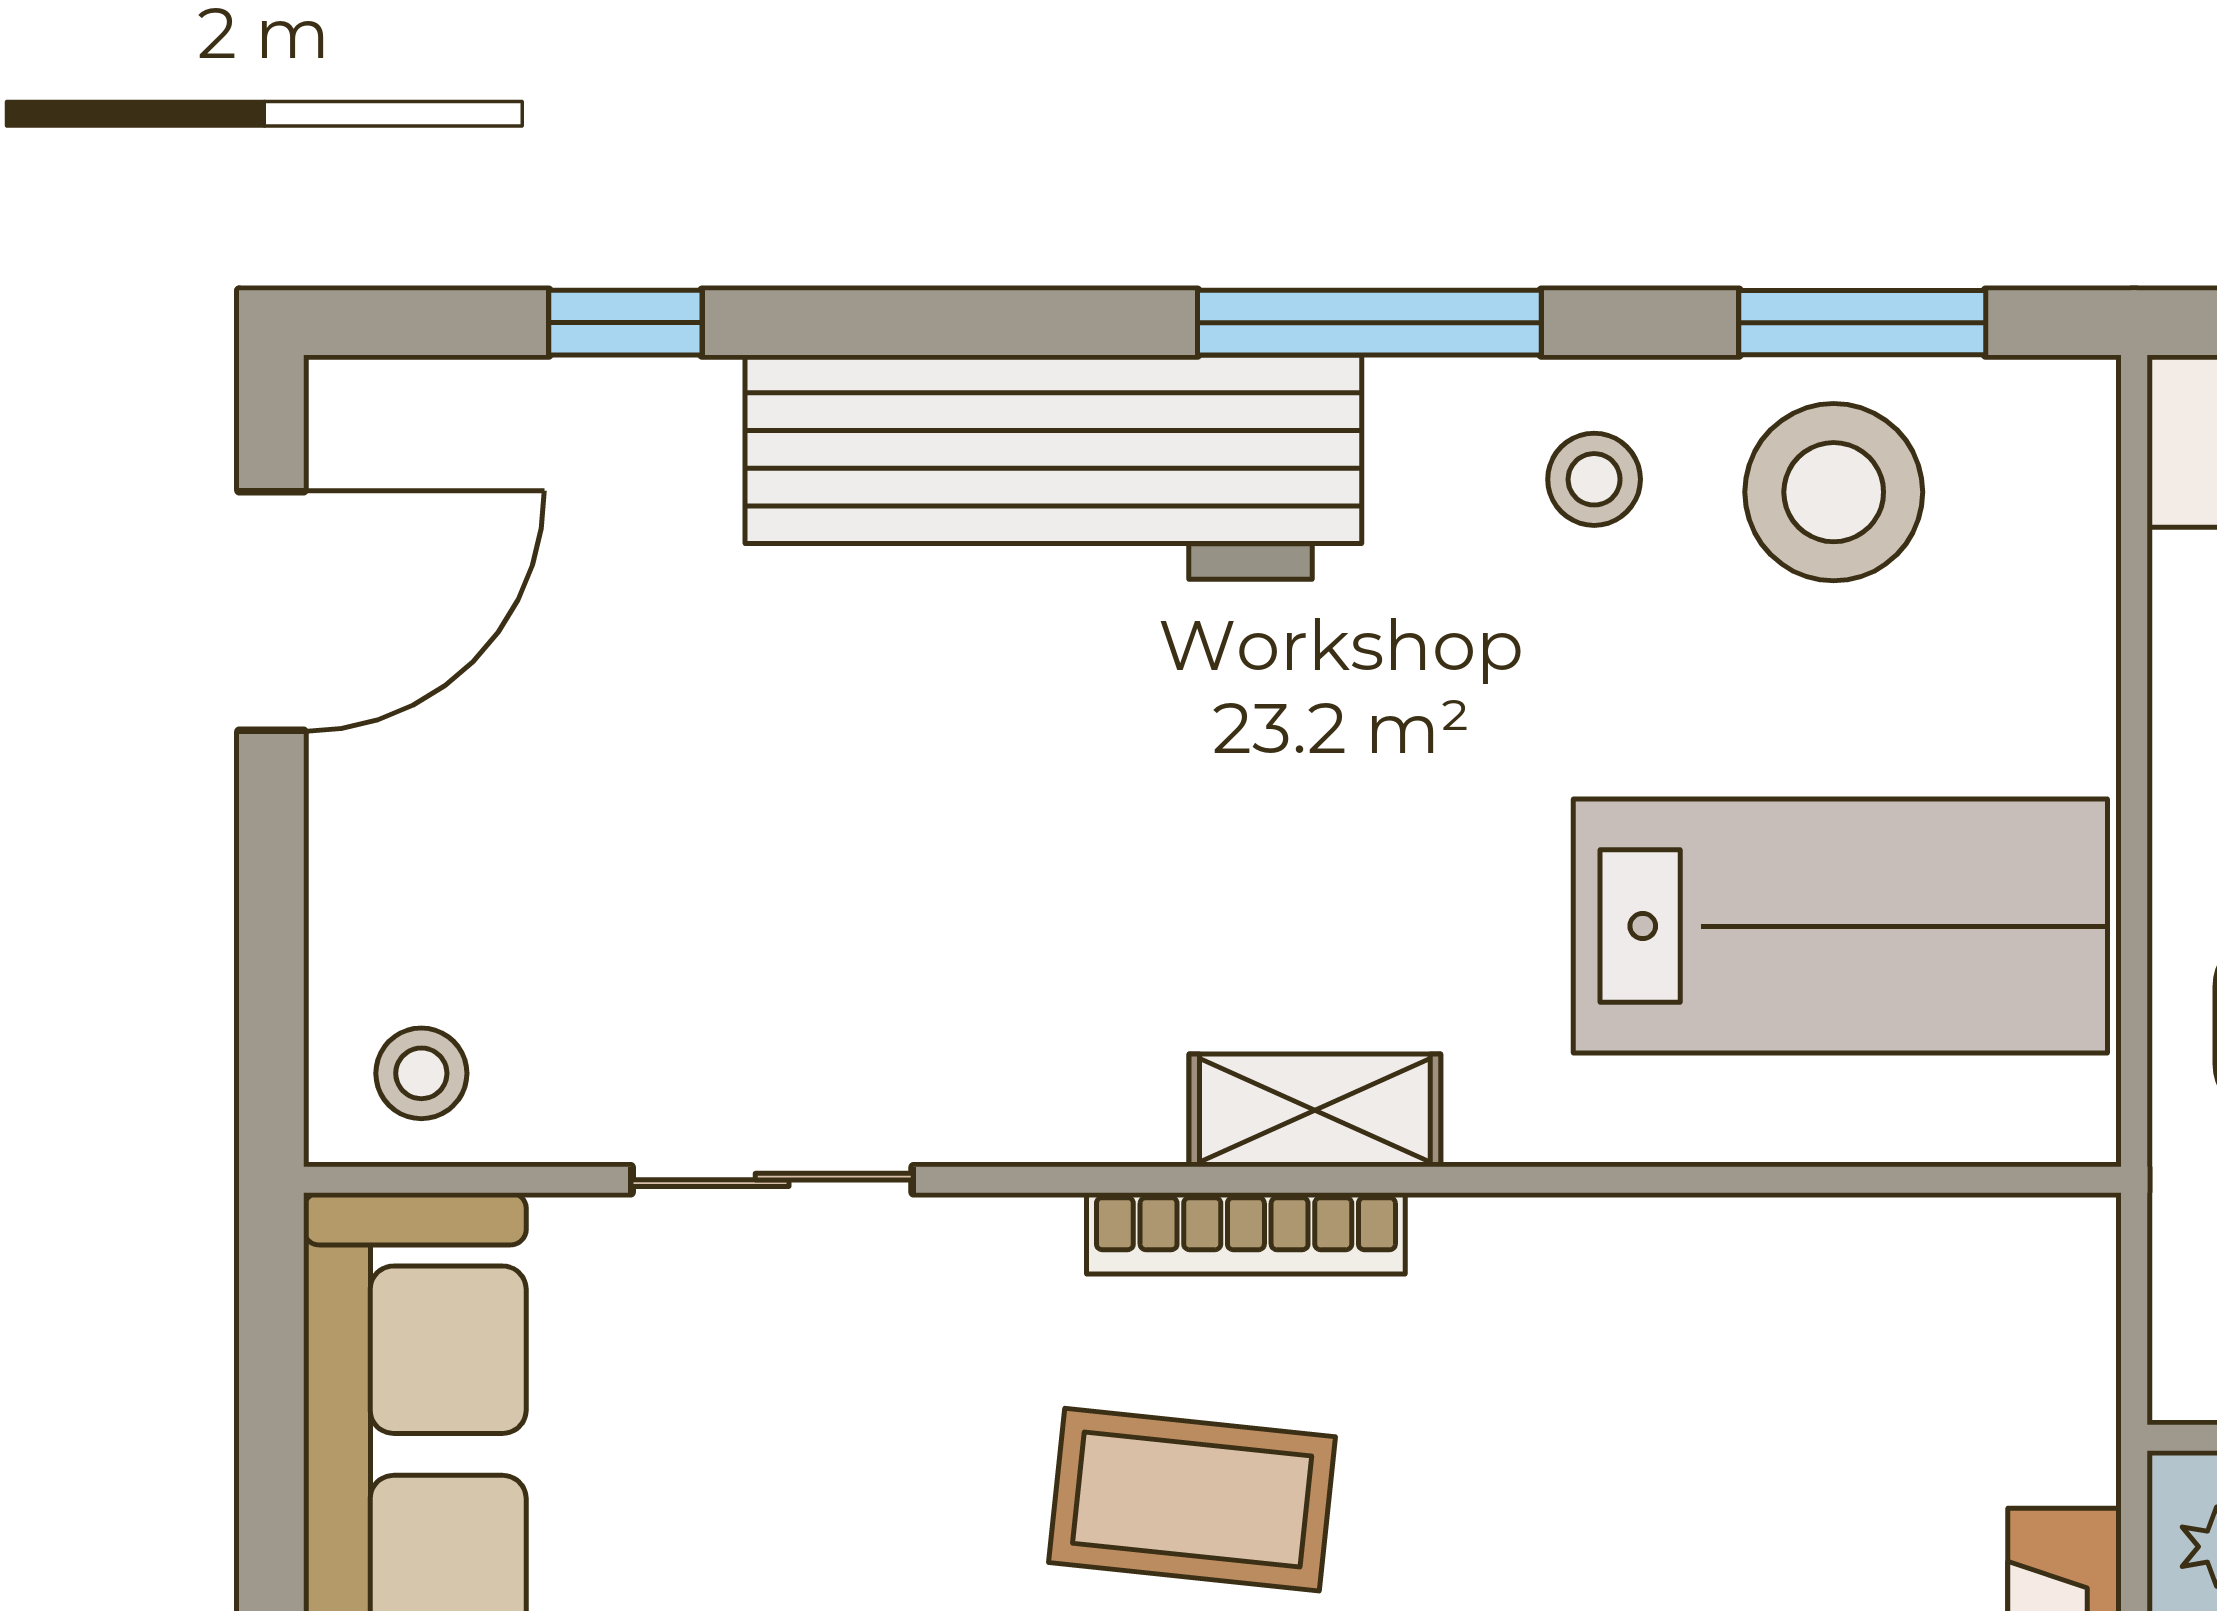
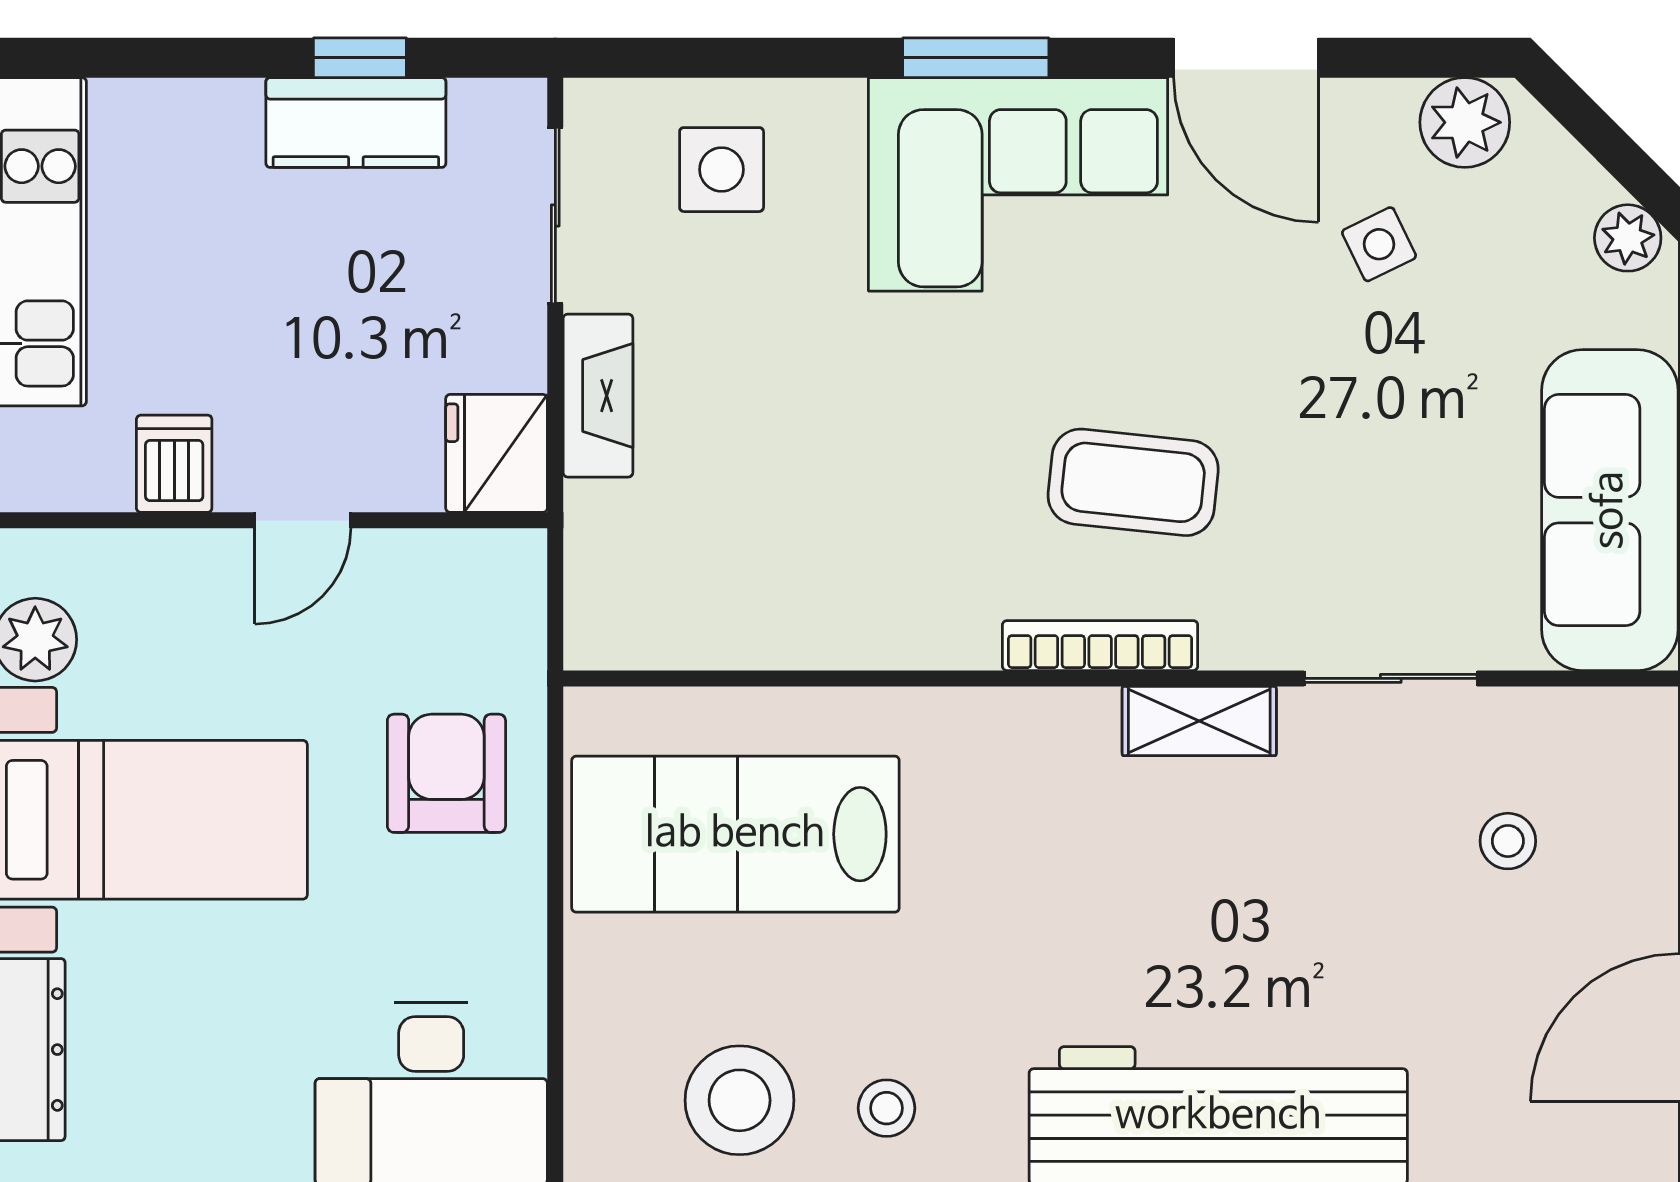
stool: (421, 1073) -> (1508, 841), moved
shelving: (1315, 1110) -> (1199, 721), moved

